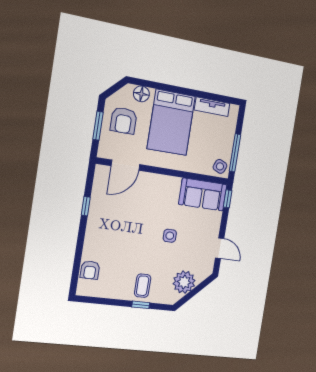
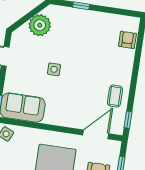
window: (86, 206) -> (128, 120), moved
coffee table: (143, 286) -> (115, 96), moved

